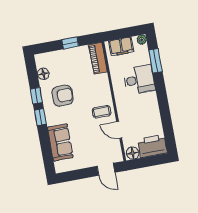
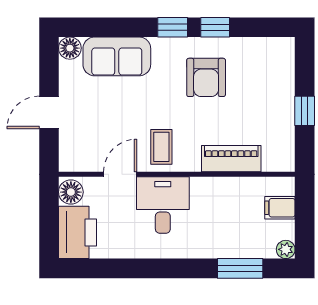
filing cabinet: (121, 46) -> (280, 208), width x0.50
piano: (98, 58) -> (231, 159), moved
floor lamp: (43, 74) -> (70, 48), moved
desk: (139, 80) -> (163, 205), moved, turned 180
door: (106, 169) -> (49, 112), moved

